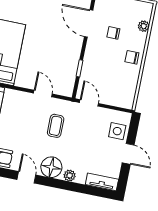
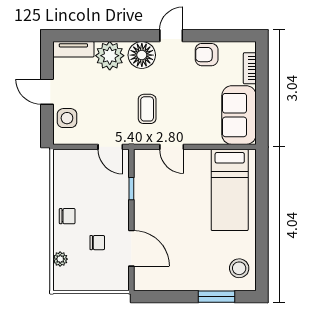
plant: (70, 176) -> (110, 56), width x1.88, depth x1.88
door: (26, 177) -> (171, 36), swing flipped

